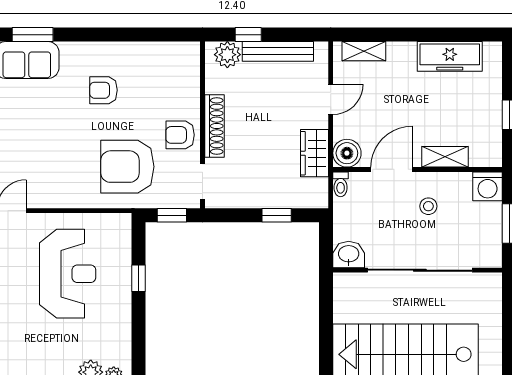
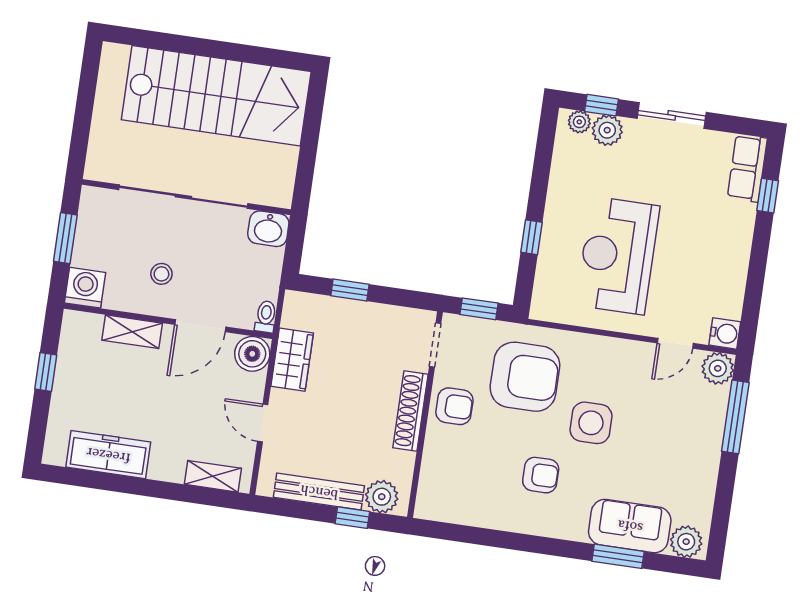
door: (331, 99) -> (263, 423), hinge flipped
side table: (70, 138) -> (591, 423), added

